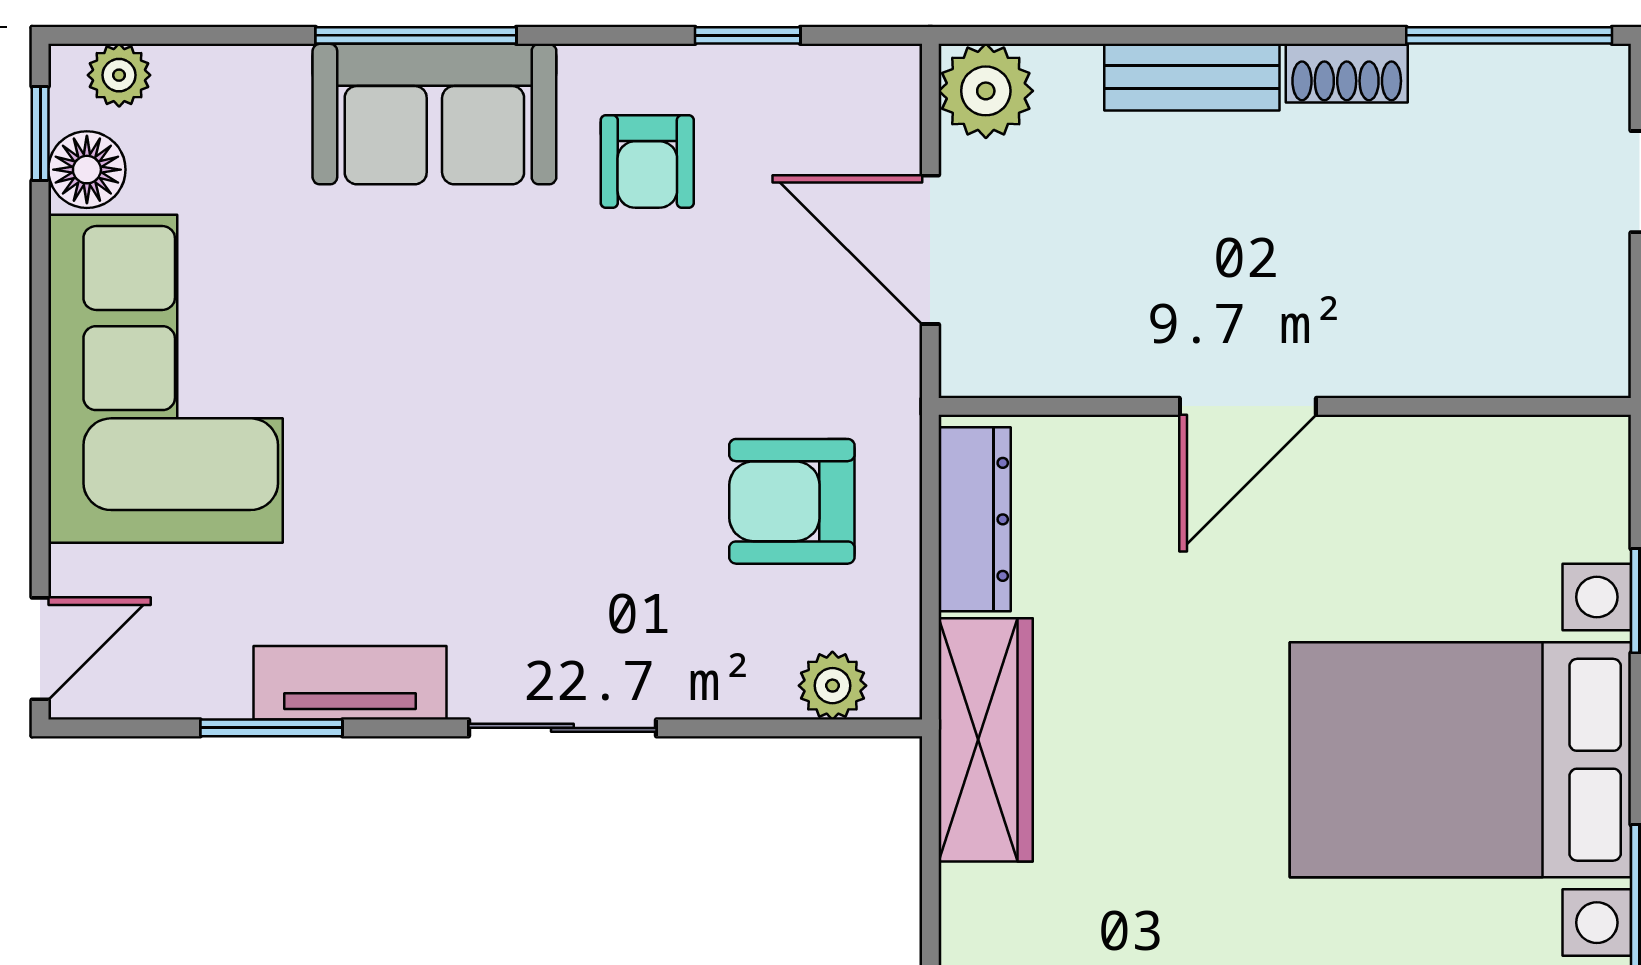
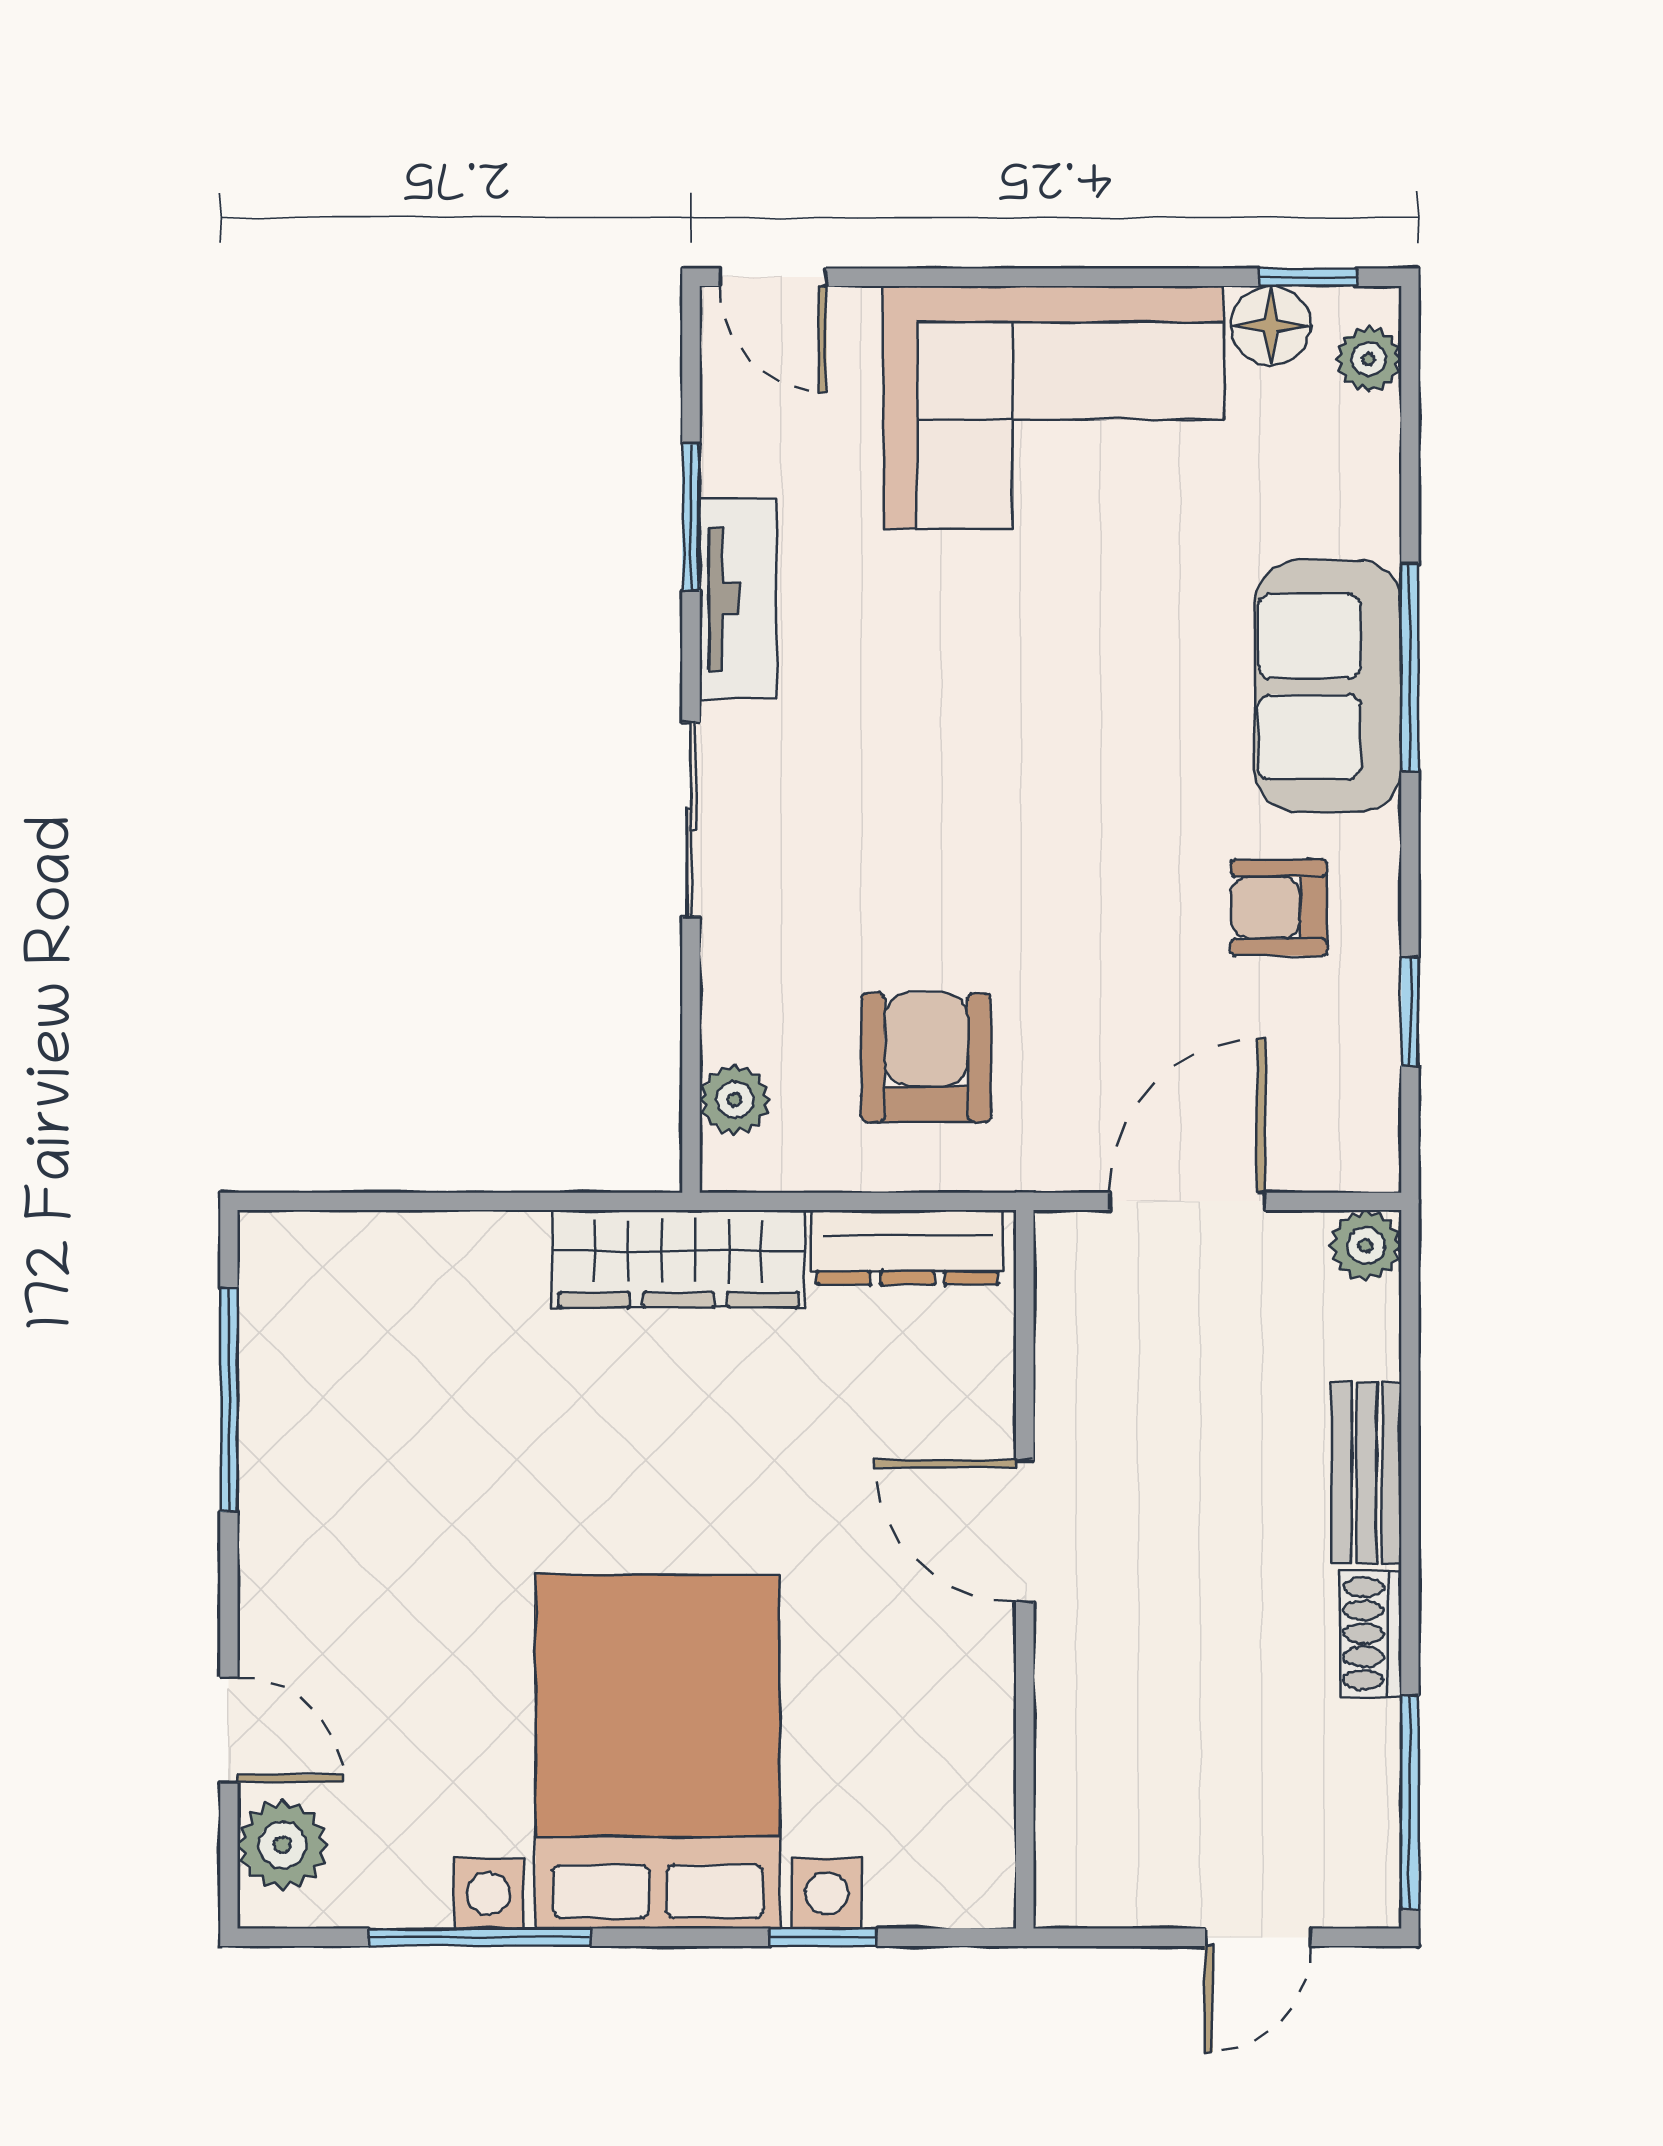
plant: (986, 91) -> (1366, 1246), width x0.73, depth x0.73

